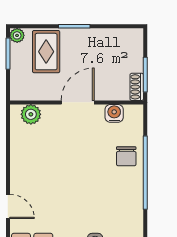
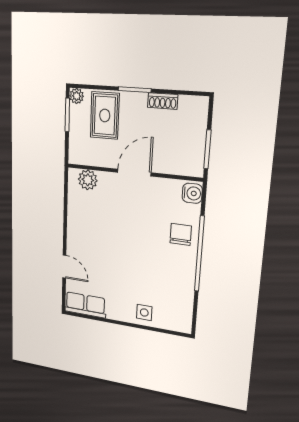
shoe rack: (137, 87) -> (163, 101), moved, turned -90
water cooler: (114, 113) -> (192, 193), moved, turned 90
chair: (126, 156) -> (181, 234), turned 180

